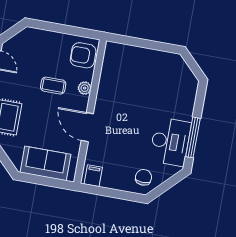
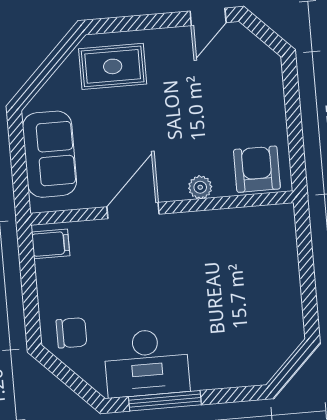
coffee table: (53, 86) -> (190, 131), removed

